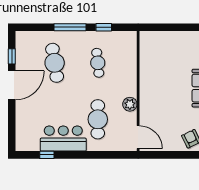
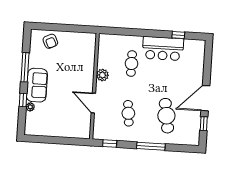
window: (104, 27) -> (110, 144), moved
cafe table: (98, 119) -> (132, 64), width x0.73, depth x0.74
door: (138, 137) -> (93, 103), moved

